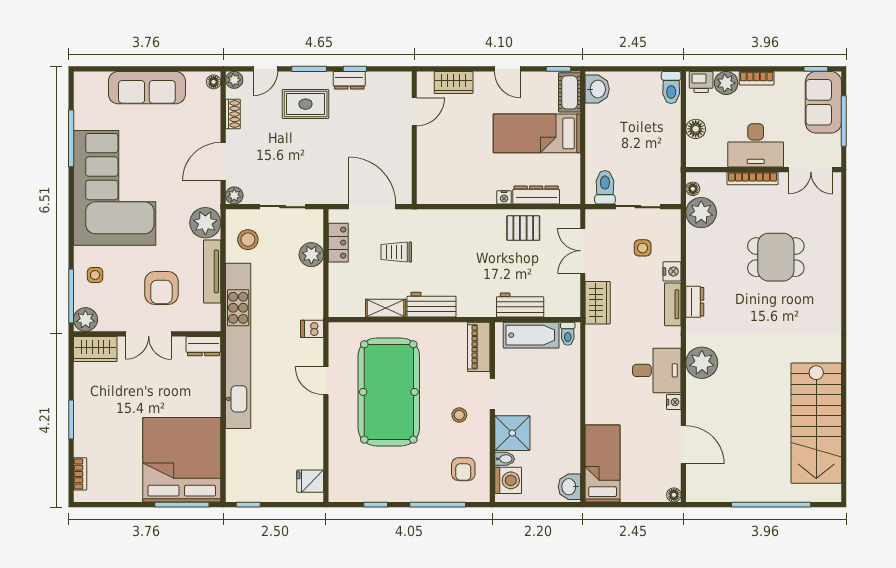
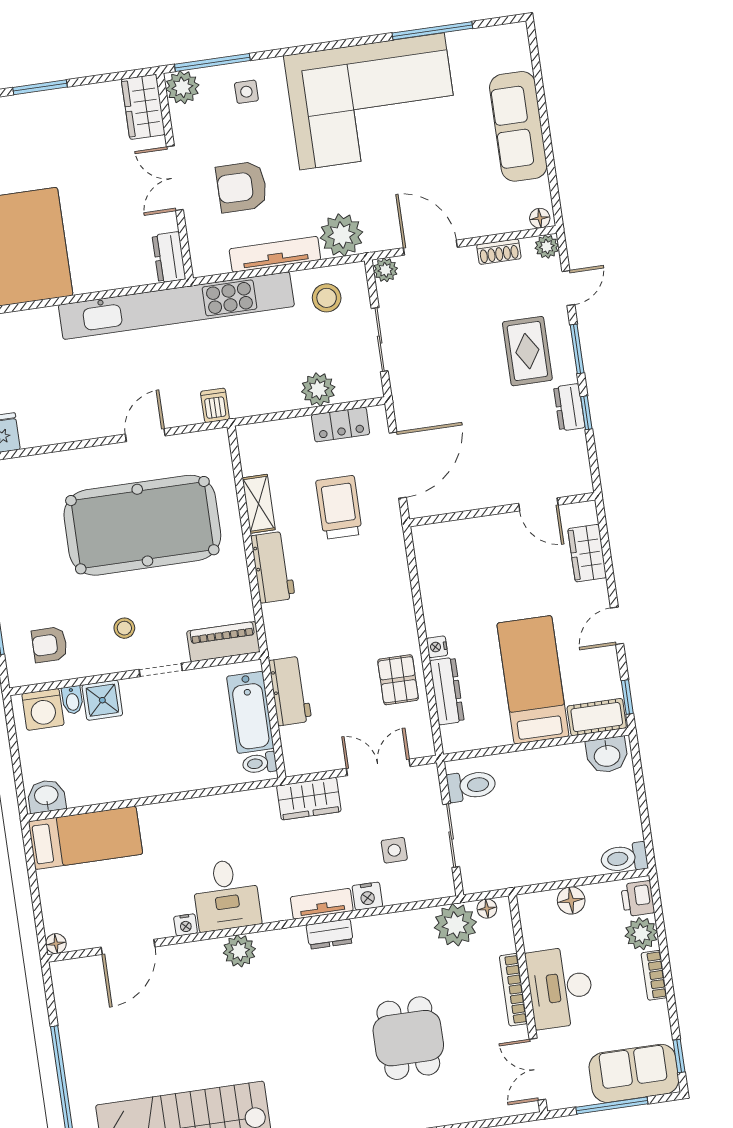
door: (265, 69) -> (568, 288), swing flipped
trolley: (396, 252) -> (339, 507), width x1.36, depth x1.39
plant: (702, 363) -> (239, 951), width x0.73, depth x0.73
shower: (512, 433) -> (102, 700), width x0.73, depth x0.73

